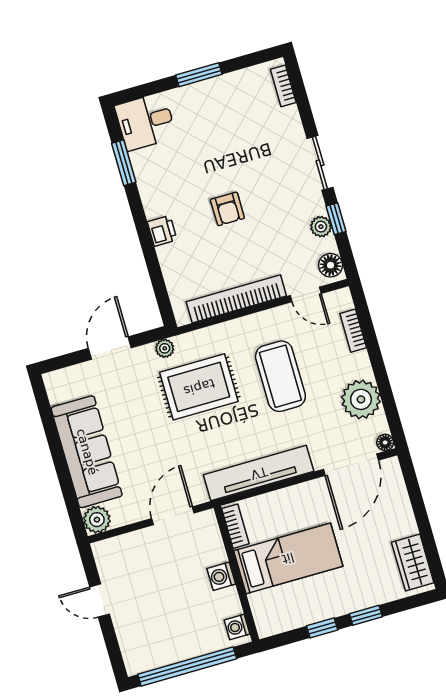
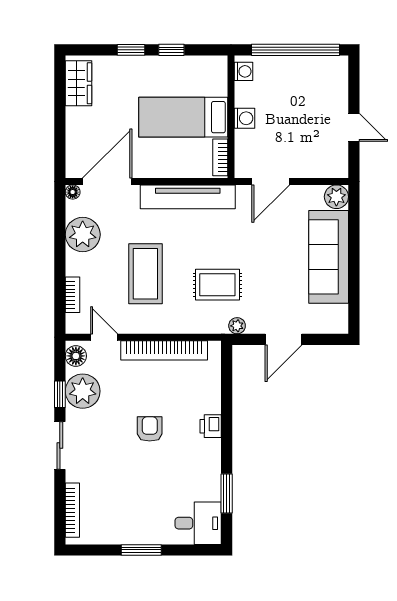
bookcase: (283, 86) -> (72, 510), width x1.56
plant: (321, 227) -> (83, 391), width x1.87, depth x1.87
rug: (199, 387) -> (217, 285), width x0.73, depth x0.70

